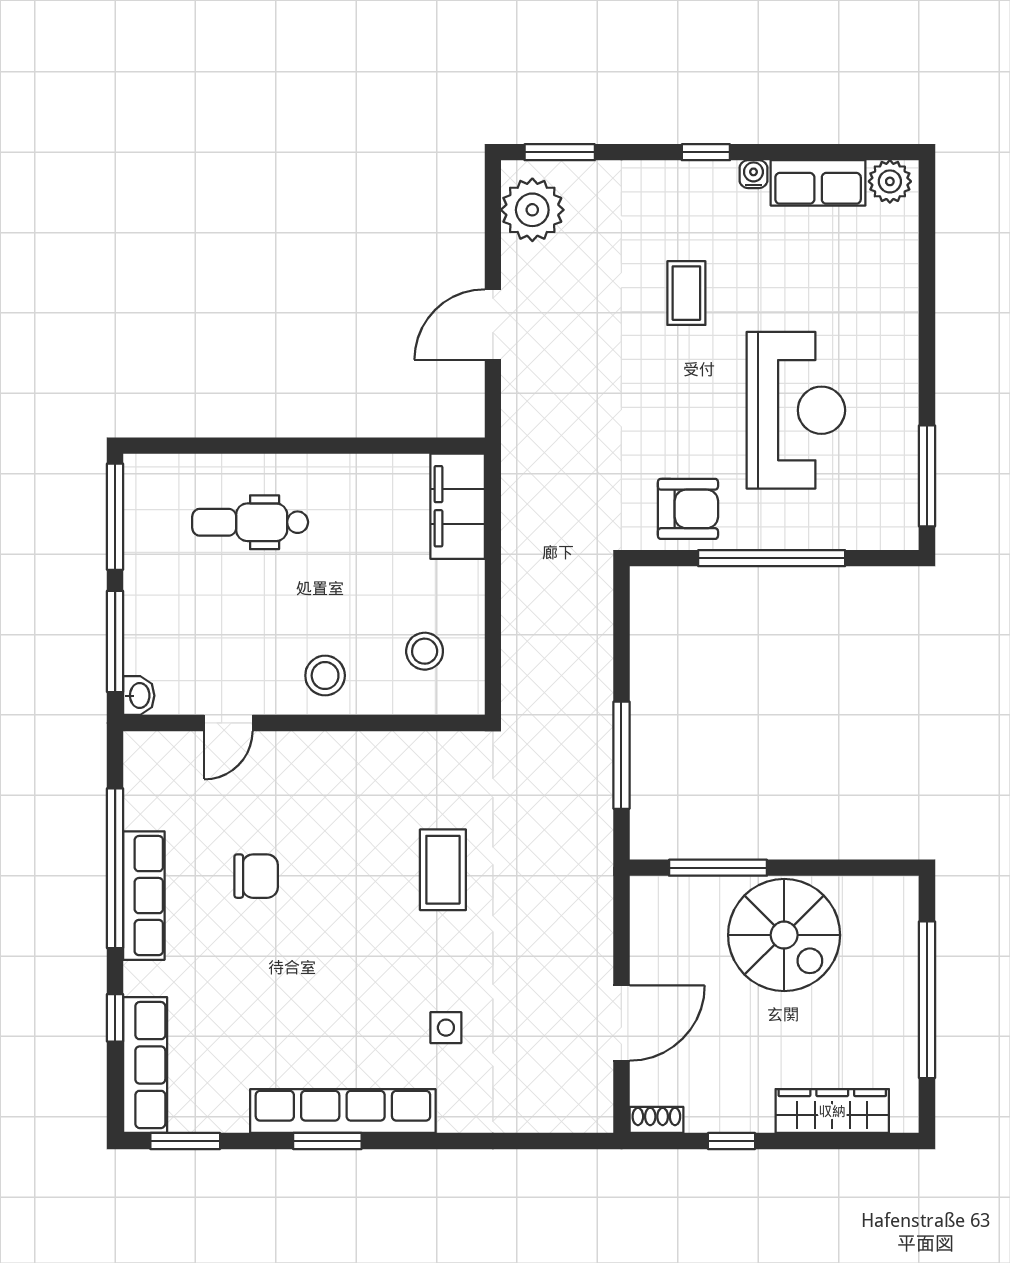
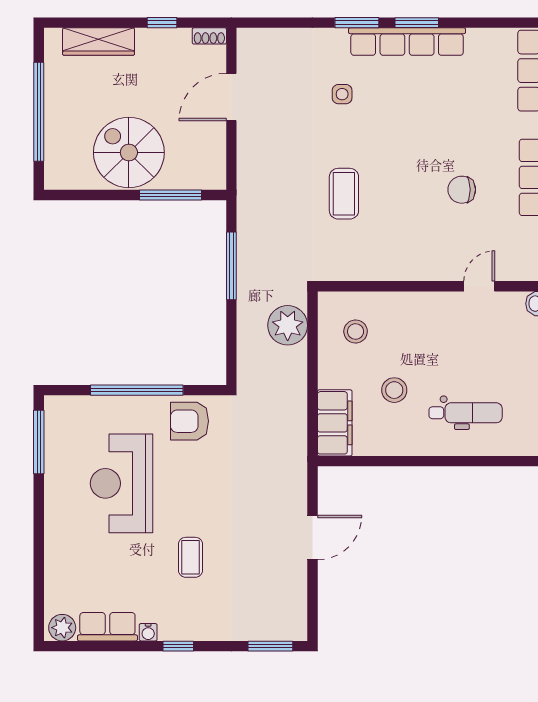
plant: (532, 210) -> (288, 325), moved
stool: (325, 676) -> (394, 390), moved
window: (185, 1141) -> (357, 23), moved

